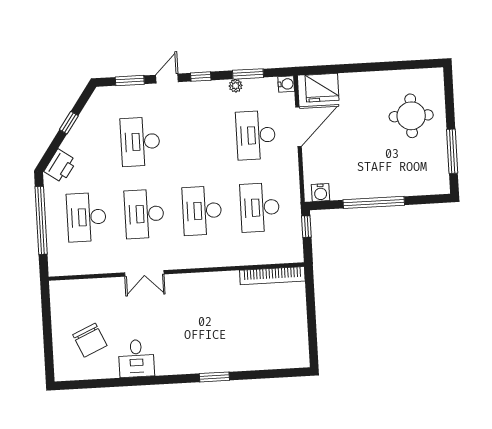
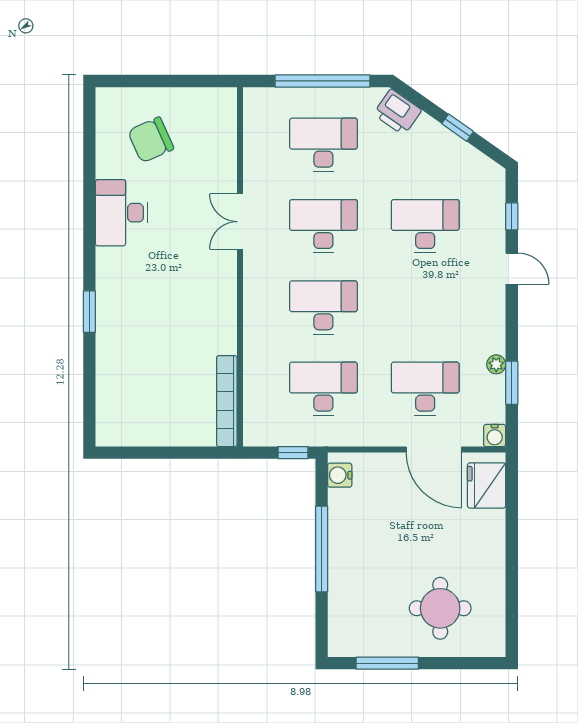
window: (201, 77) -> (512, 316), removed
window: (130, 81) -> (512, 216), width x0.67
desk: (136, 358) -> (121, 213), width x1.37

